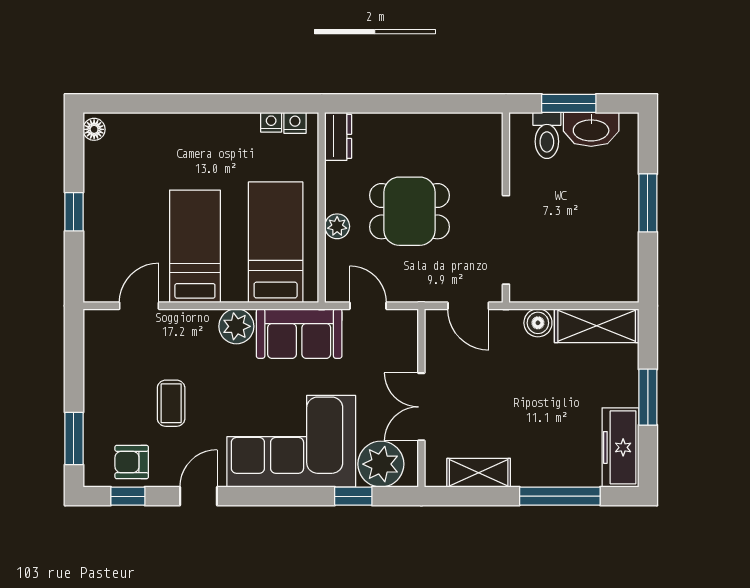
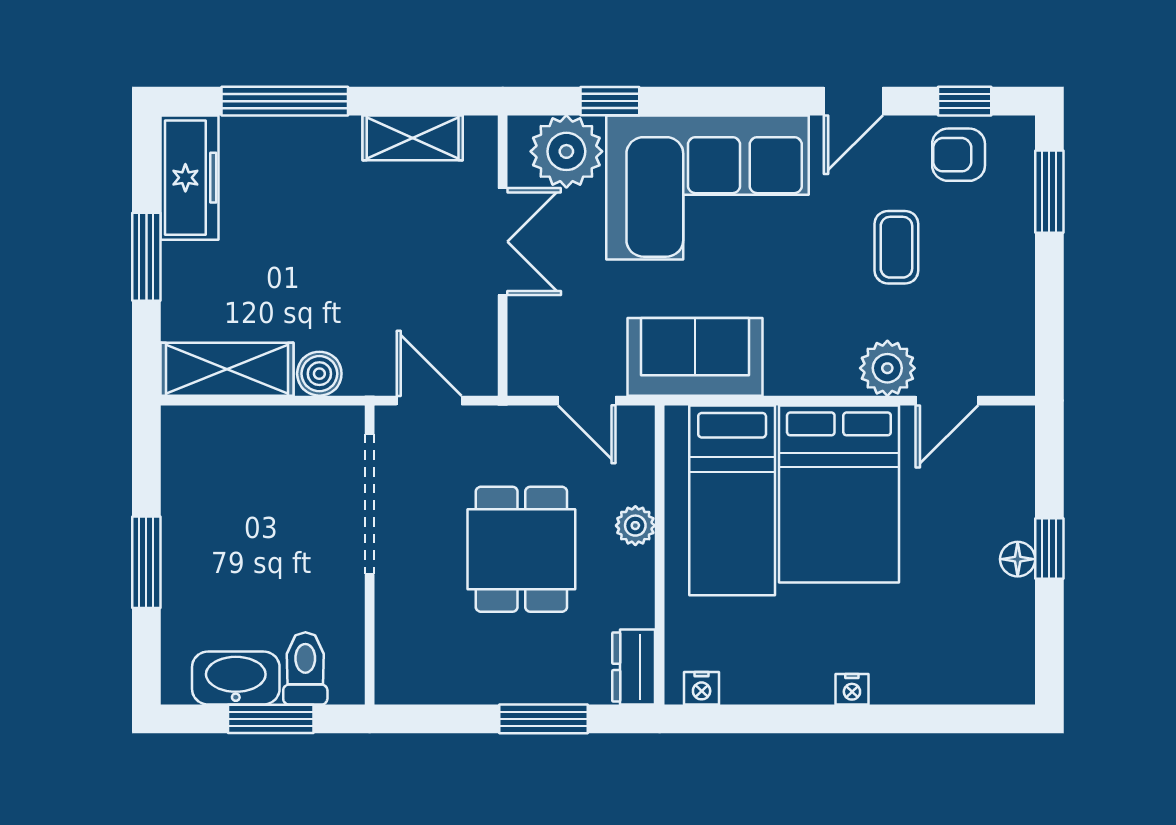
window: (395, 103) -> (543, 719), added
nightstand: (271, 122) -> (852, 689), moved
floor lamp: (94, 129) -> (1018, 559), moved
dining table: (410, 211) -> (521, 549), turned 90
bed: (195, 246) -> (839, 494), width x1.50
plant: (236, 326) -> (887, 368), moved
armchair: (132, 462) -> (959, 155), turned 180

